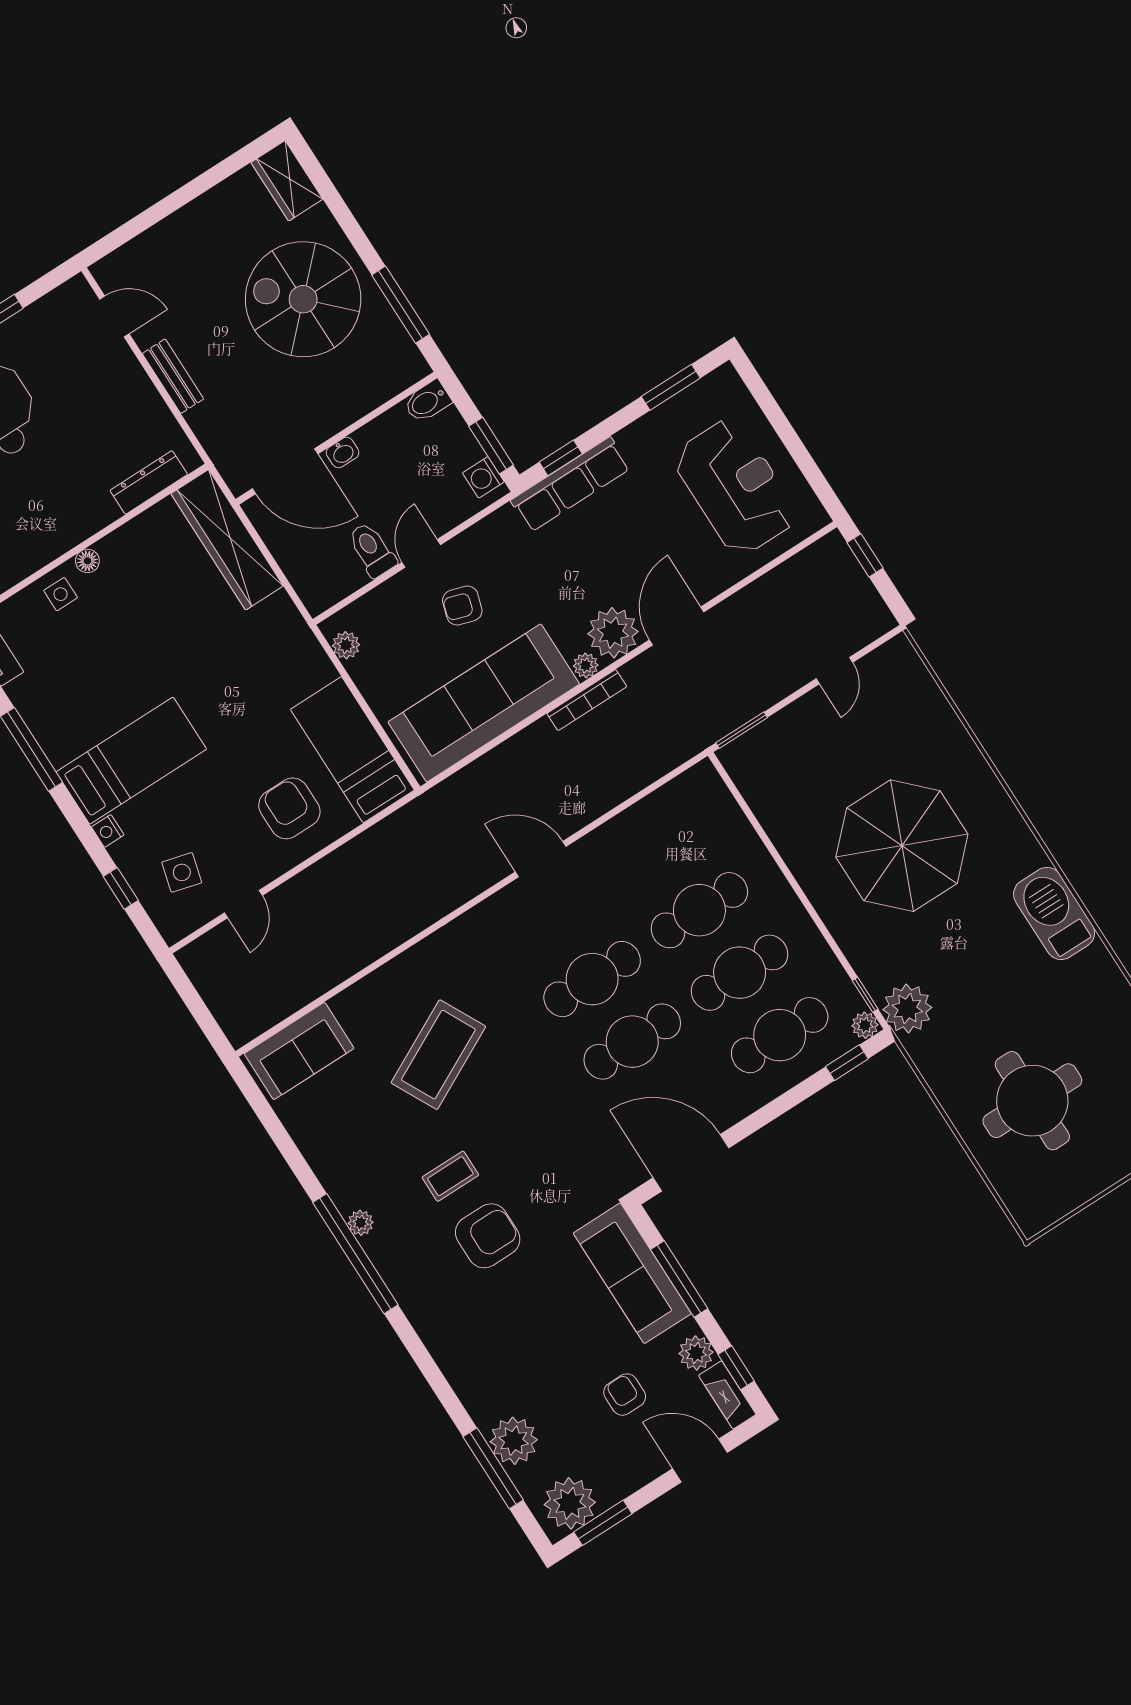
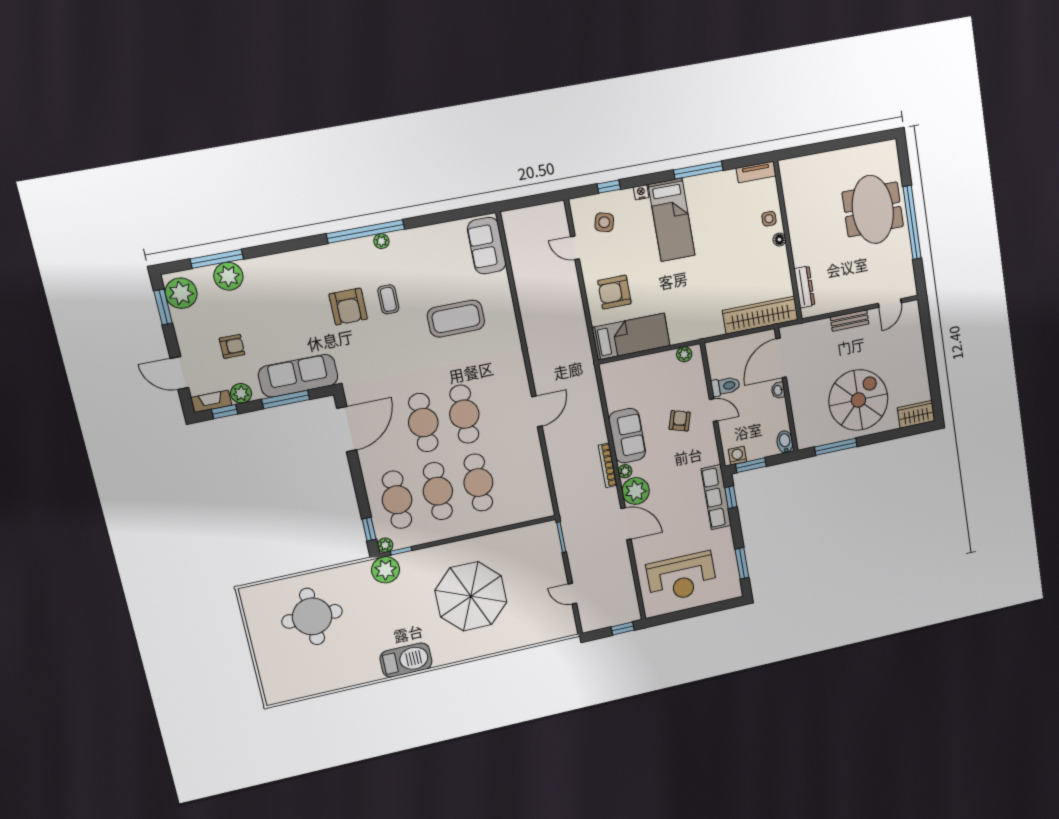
sofa: (484, 703) -> (627, 436), width x0.54, depth x0.79
armchair: (289, 808) -> (614, 292), turned 180
coffee table: (438, 1055) -> (456, 319), turned -63
door: (700, 1461) -> (179, 373), swing flipped

